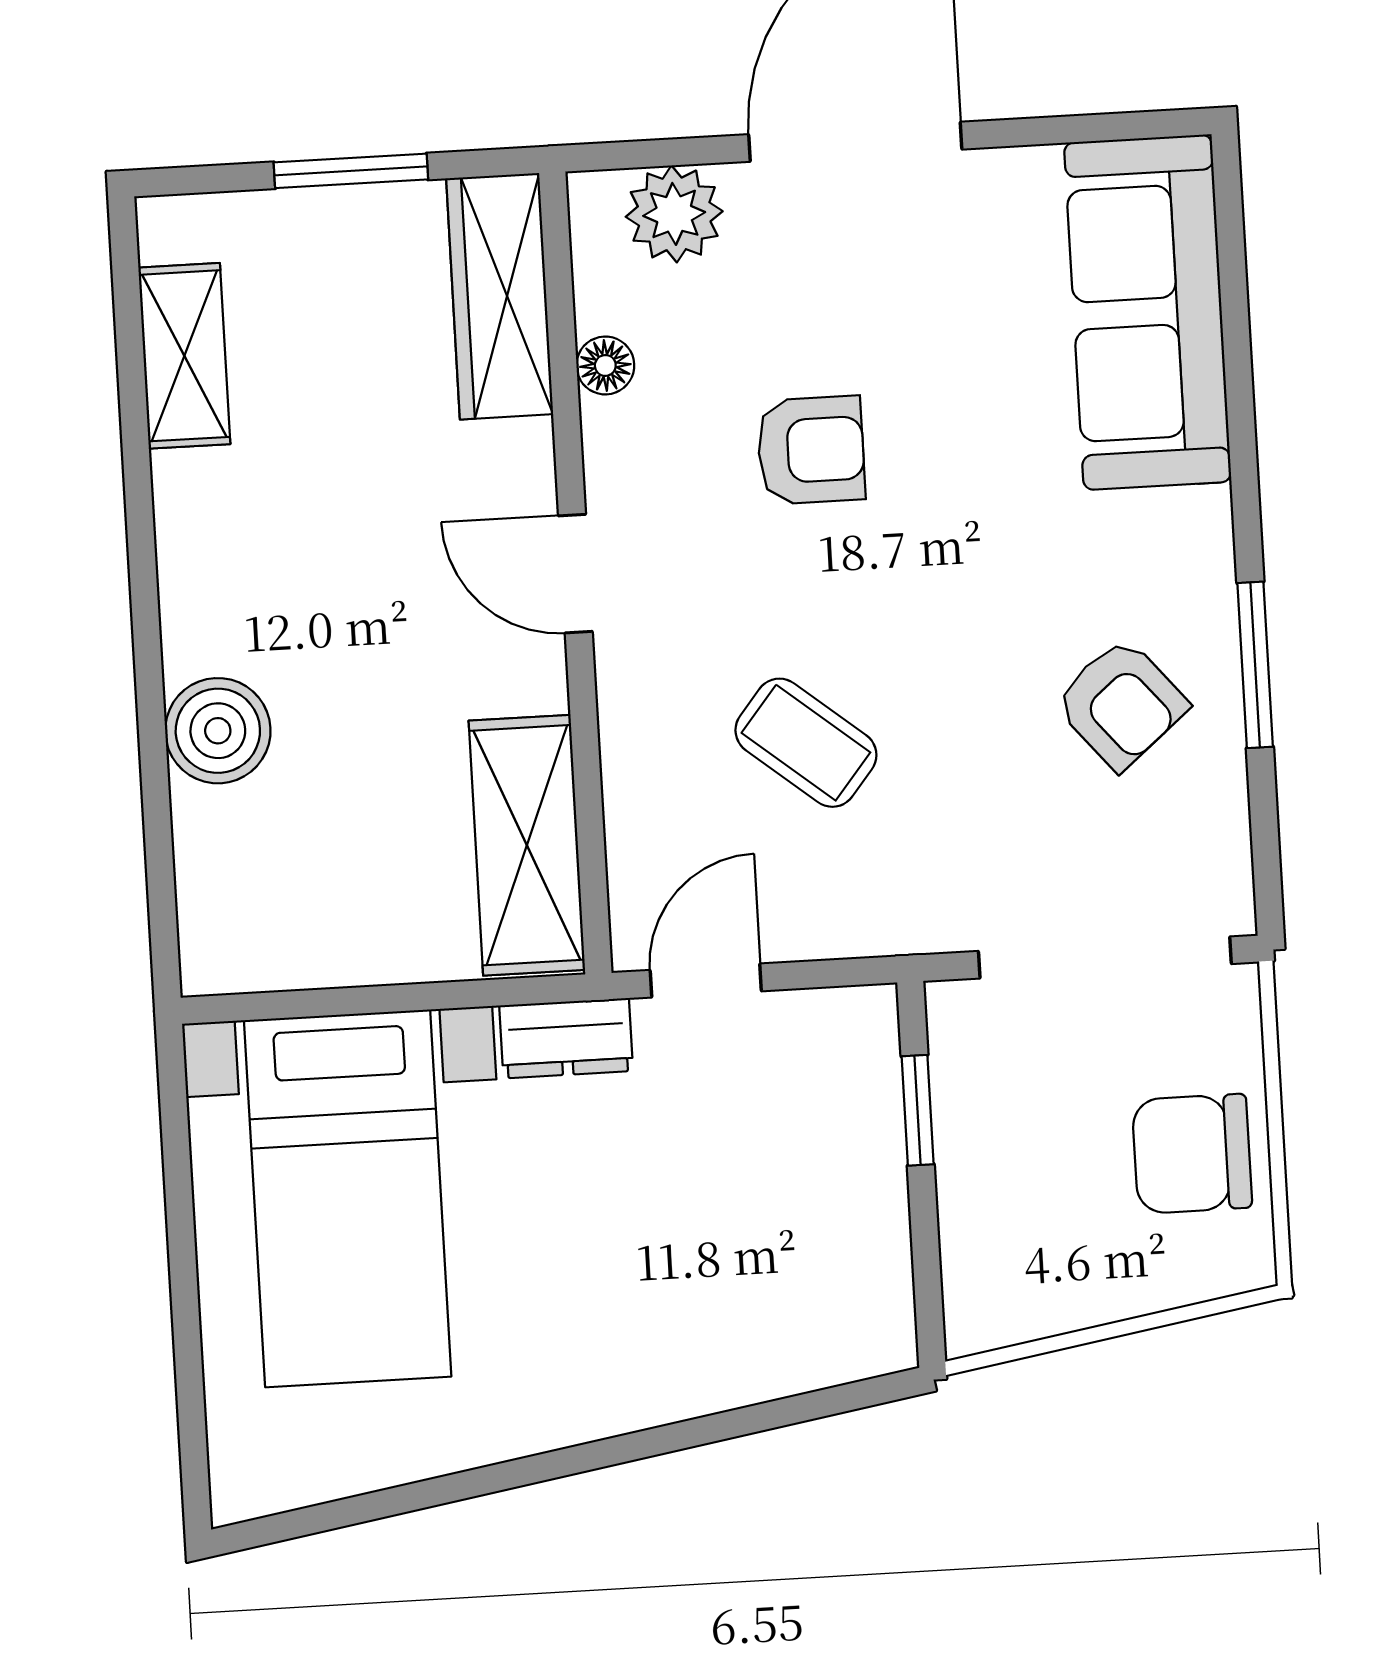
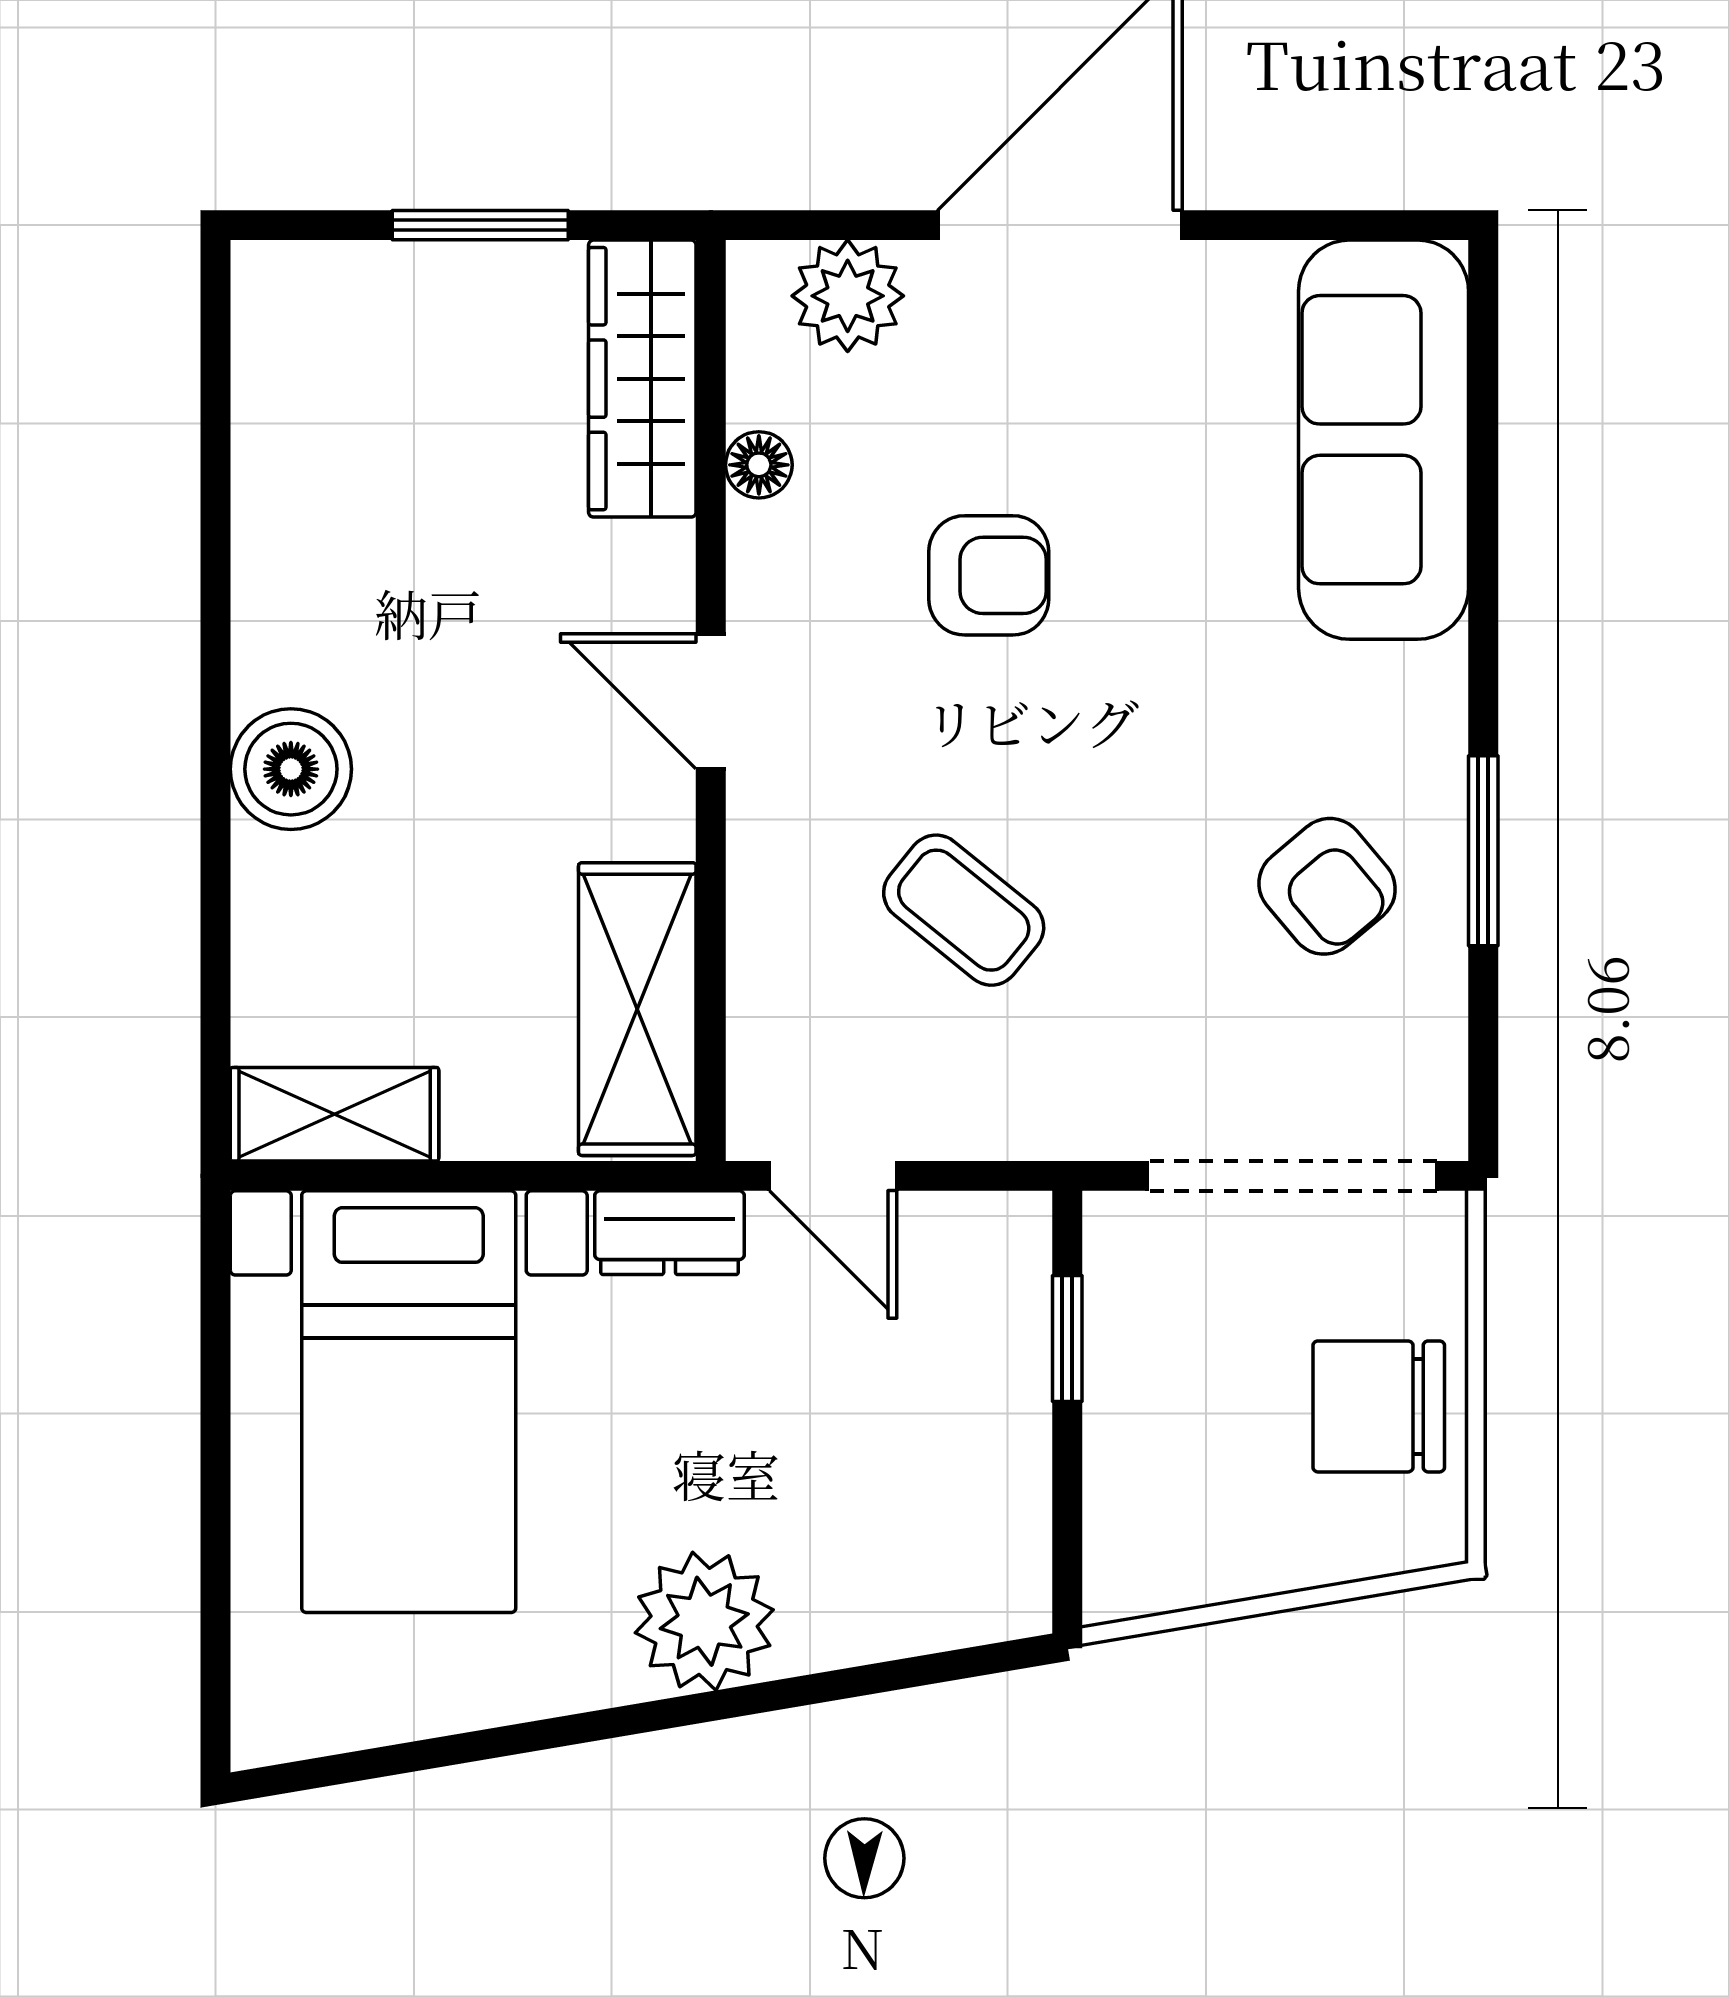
shelving: (184, 356) -> (335, 1114), moved, turned 90
boiler: (218, 731) -> (291, 769), moved
door: (706, 981) -> (833, 1176), swing flipped
plant: (616, 1375) -> (704, 1621), added

